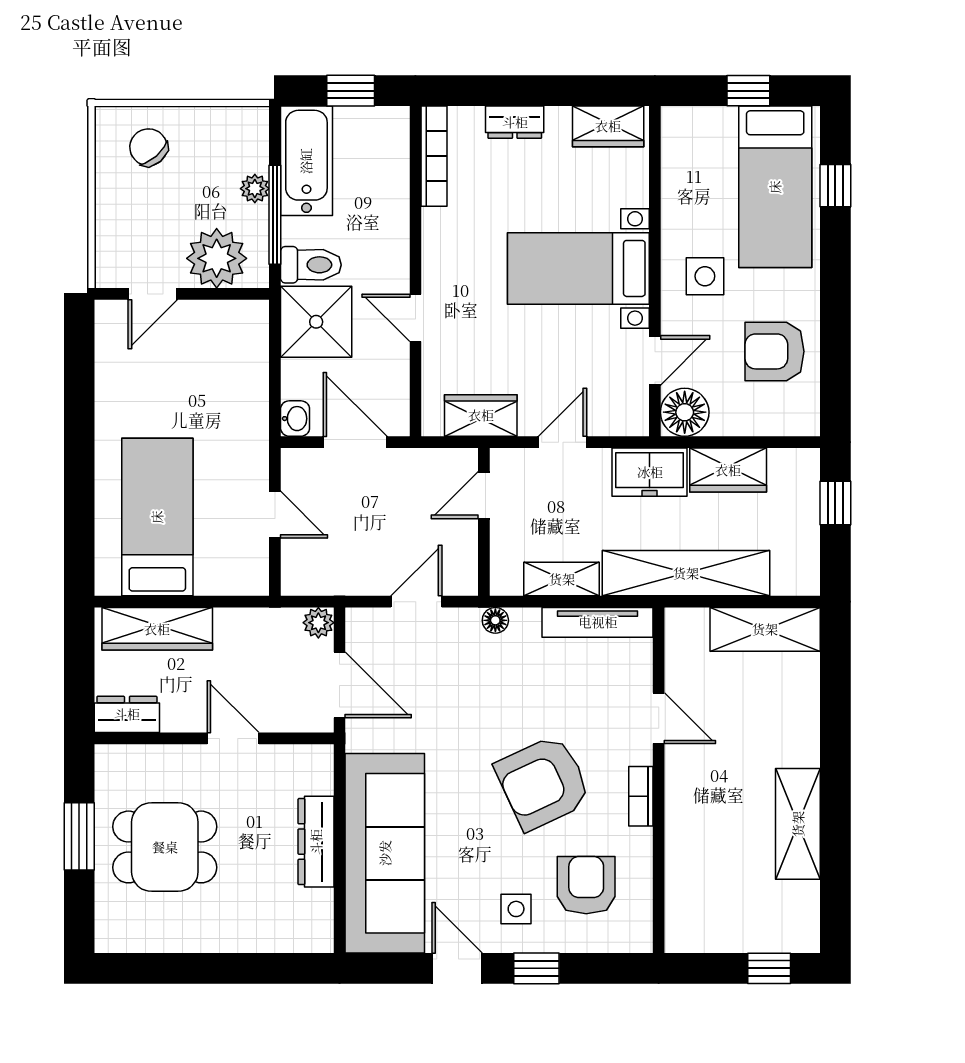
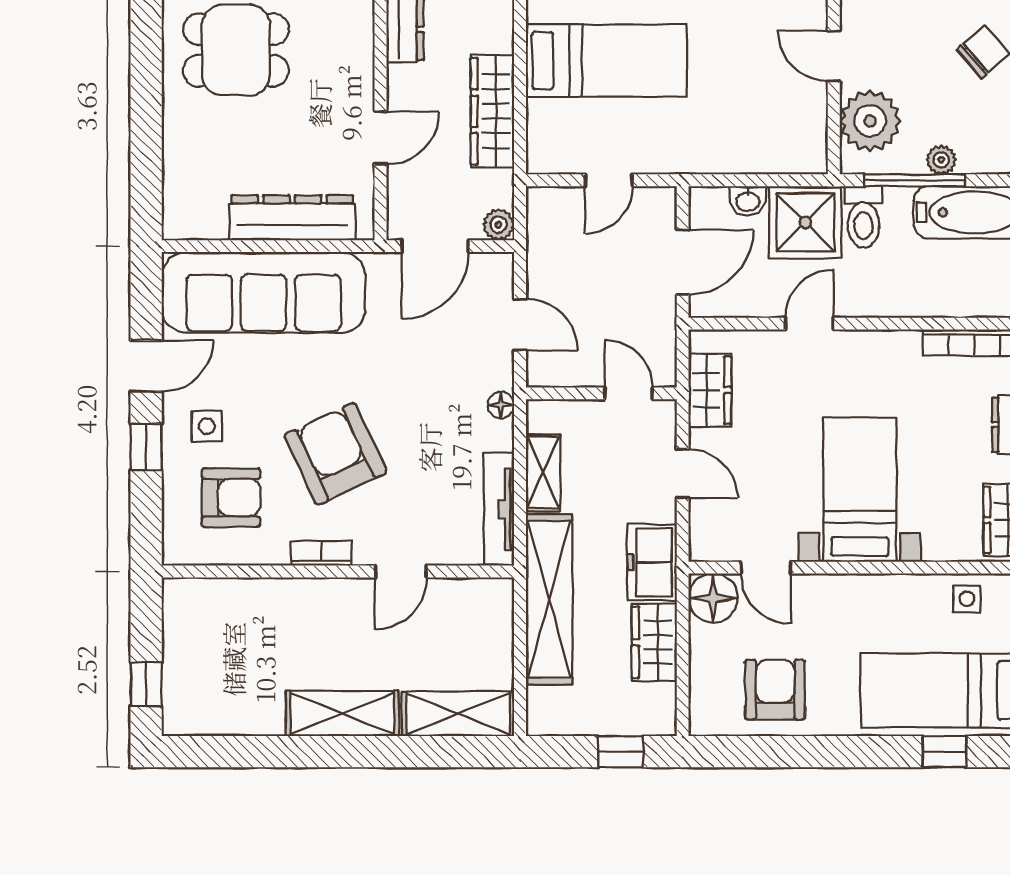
side table: (705, 276) -> (967, 599), moved, width x0.73, depth x0.73
washbasin: (295, 419) -> (748, 201), moved
wardrobe: (157, 629) -> (492, 111), moved
shelving: (765, 629) -> (458, 714), moved, turned 90
shelving: (798, 824) -> (342, 713), moved
dresser: (316, 842) -> (292, 218), width x1.37, depth x1.24
dining table: (165, 847) -> (236, 50), moved, turned 90

